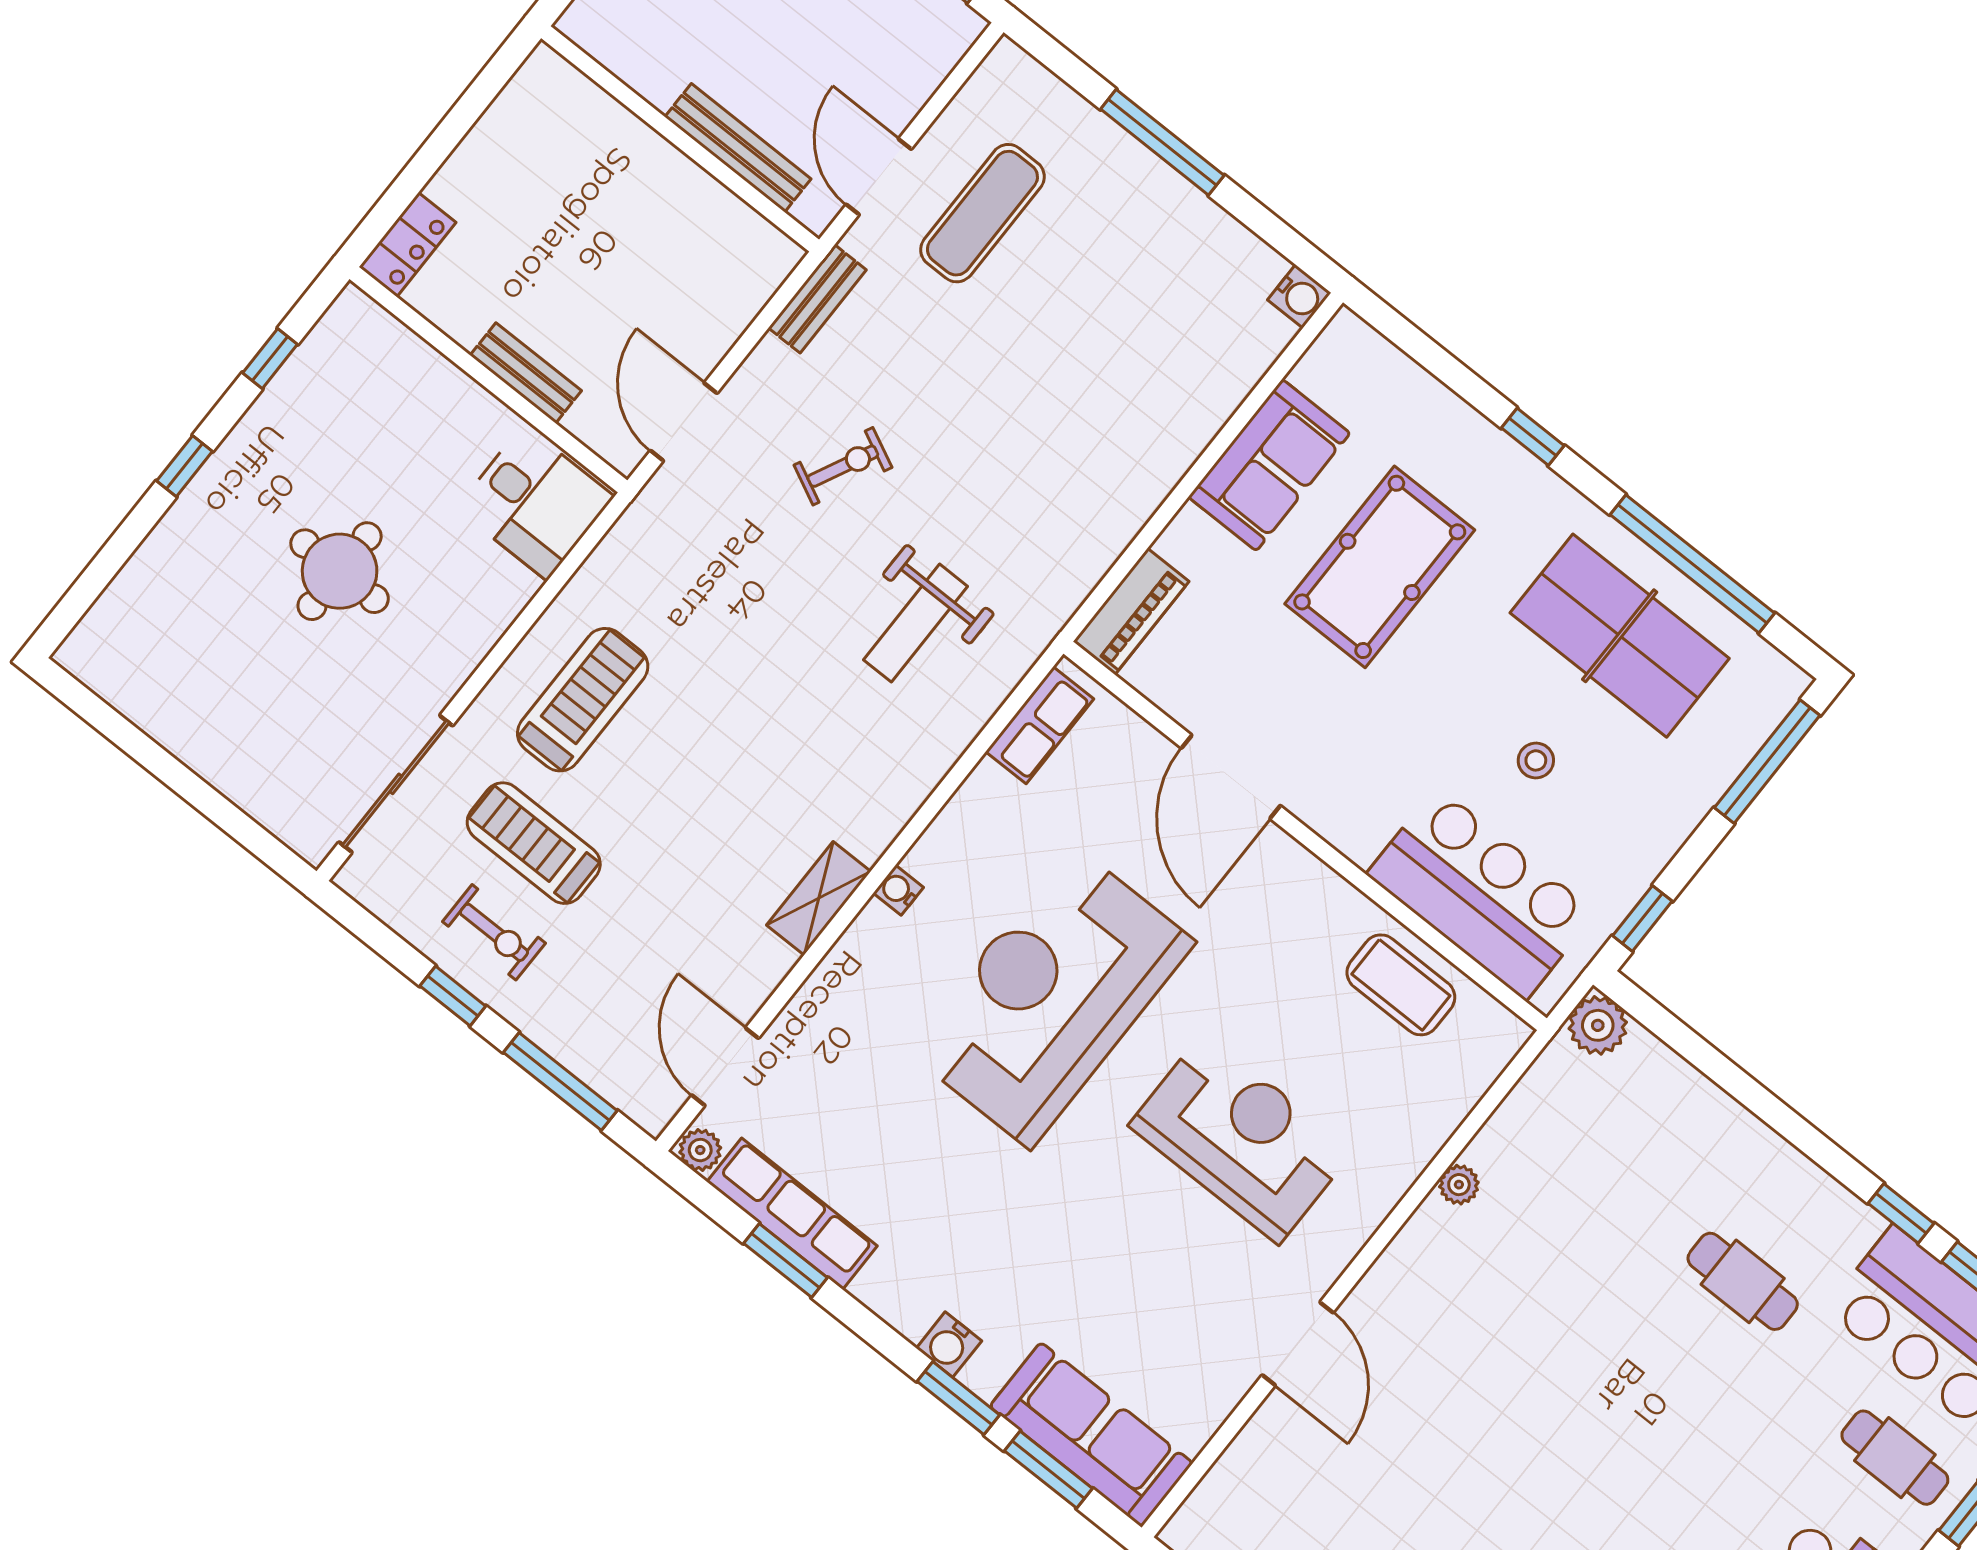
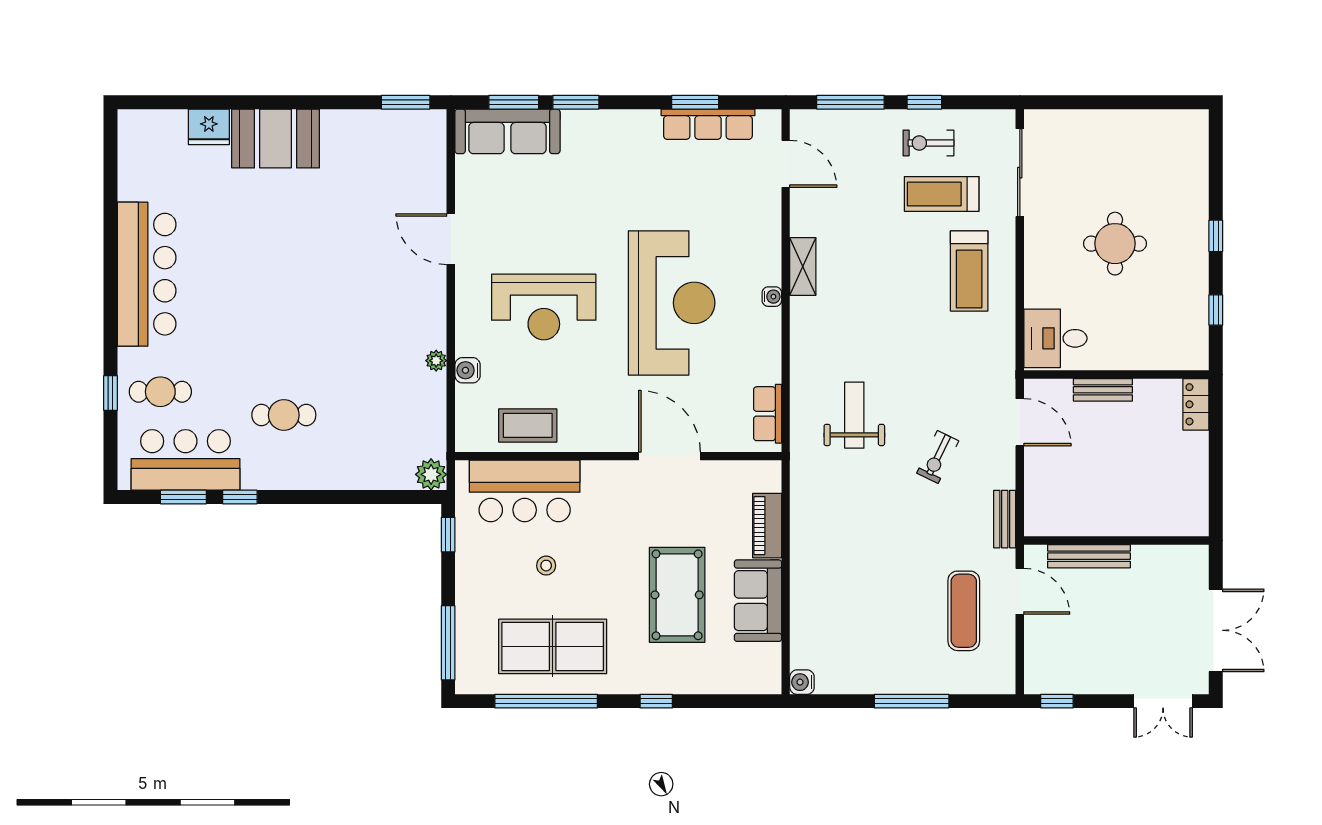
piano: (1131, 612) -> (767, 526), moved
treadmill: (534, 843) -> (942, 194), turned 180
plant: (700, 1150) -> (768, 120), removed
water cooler: (949, 1345) -> (468, 370), moved, turned -90

